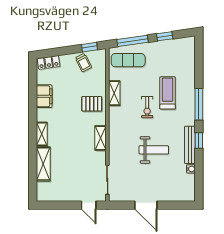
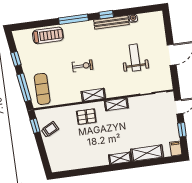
locker: (49, 62) -> (54, 161), removed
shelving: (114, 93) -> (93, 95), moved
treadmill: (168, 93) -> (48, 35), moved, turned 180
filing cabinet: (44, 96) -> (176, 148), moved, width x0.50
pallet: (92, 104) -> (86, 117), turned 90
weight bench: (154, 150) -> (135, 58), moved
window: (63, 205) -> (182, 130), added

